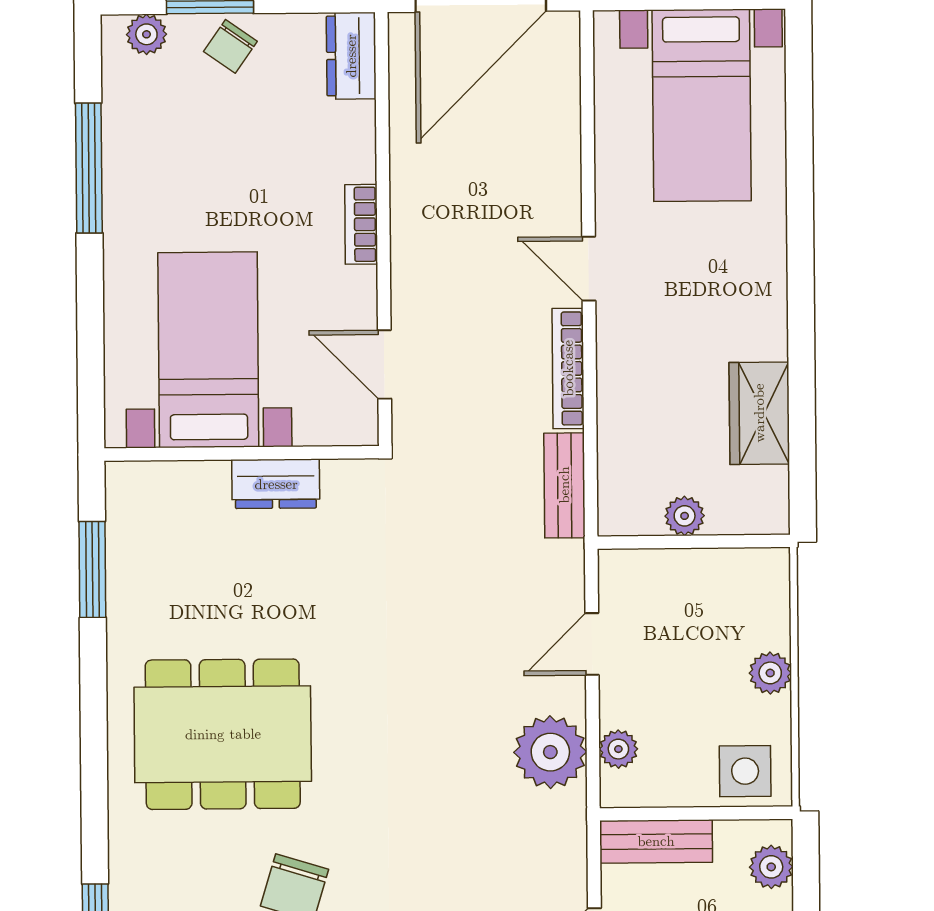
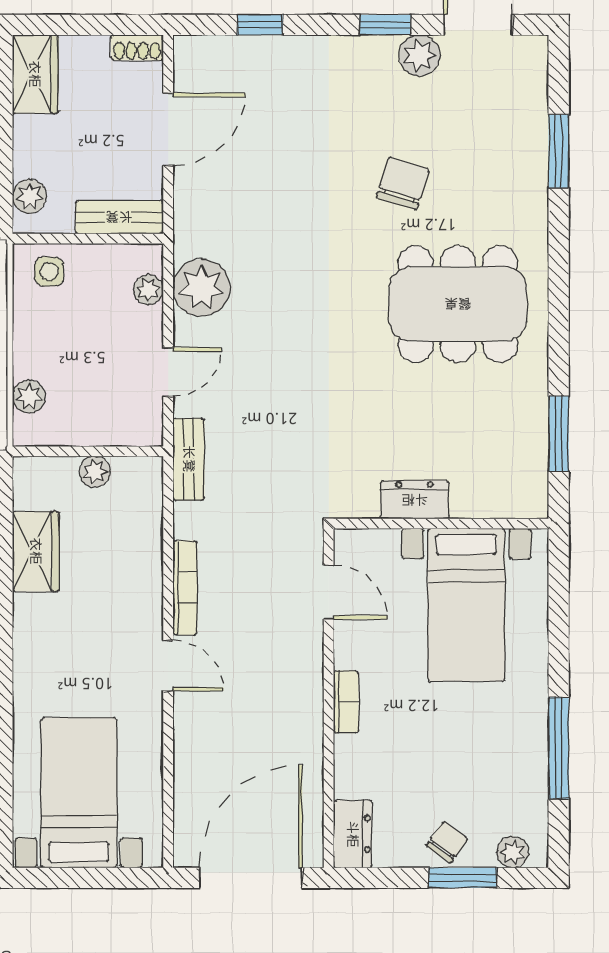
bench: (564, 485) -> (189, 459), moved
plant: (770, 673) -> (29, 397), moved
side table: (745, 771) -> (49, 272), width x0.73, depth x0.73

